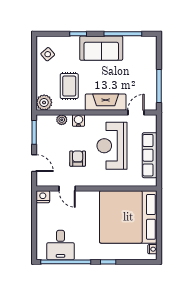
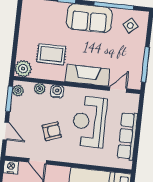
side table: (48, 54) -> (130, 26), moved
rug: (69, 86) -> (51, 54), turned 90
plant: (41, 124) -> (18, 91), added
armchair: (78, 159) -> (52, 131), turned 70

